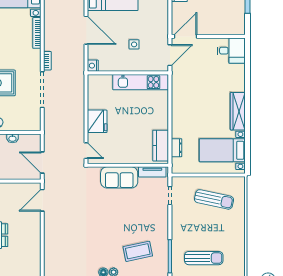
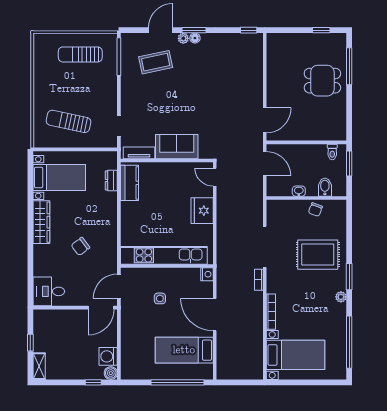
kitchen unit: (141, 82) -> (164, 255), width x1.36
chair: (204, 90) -> (80, 246), added

